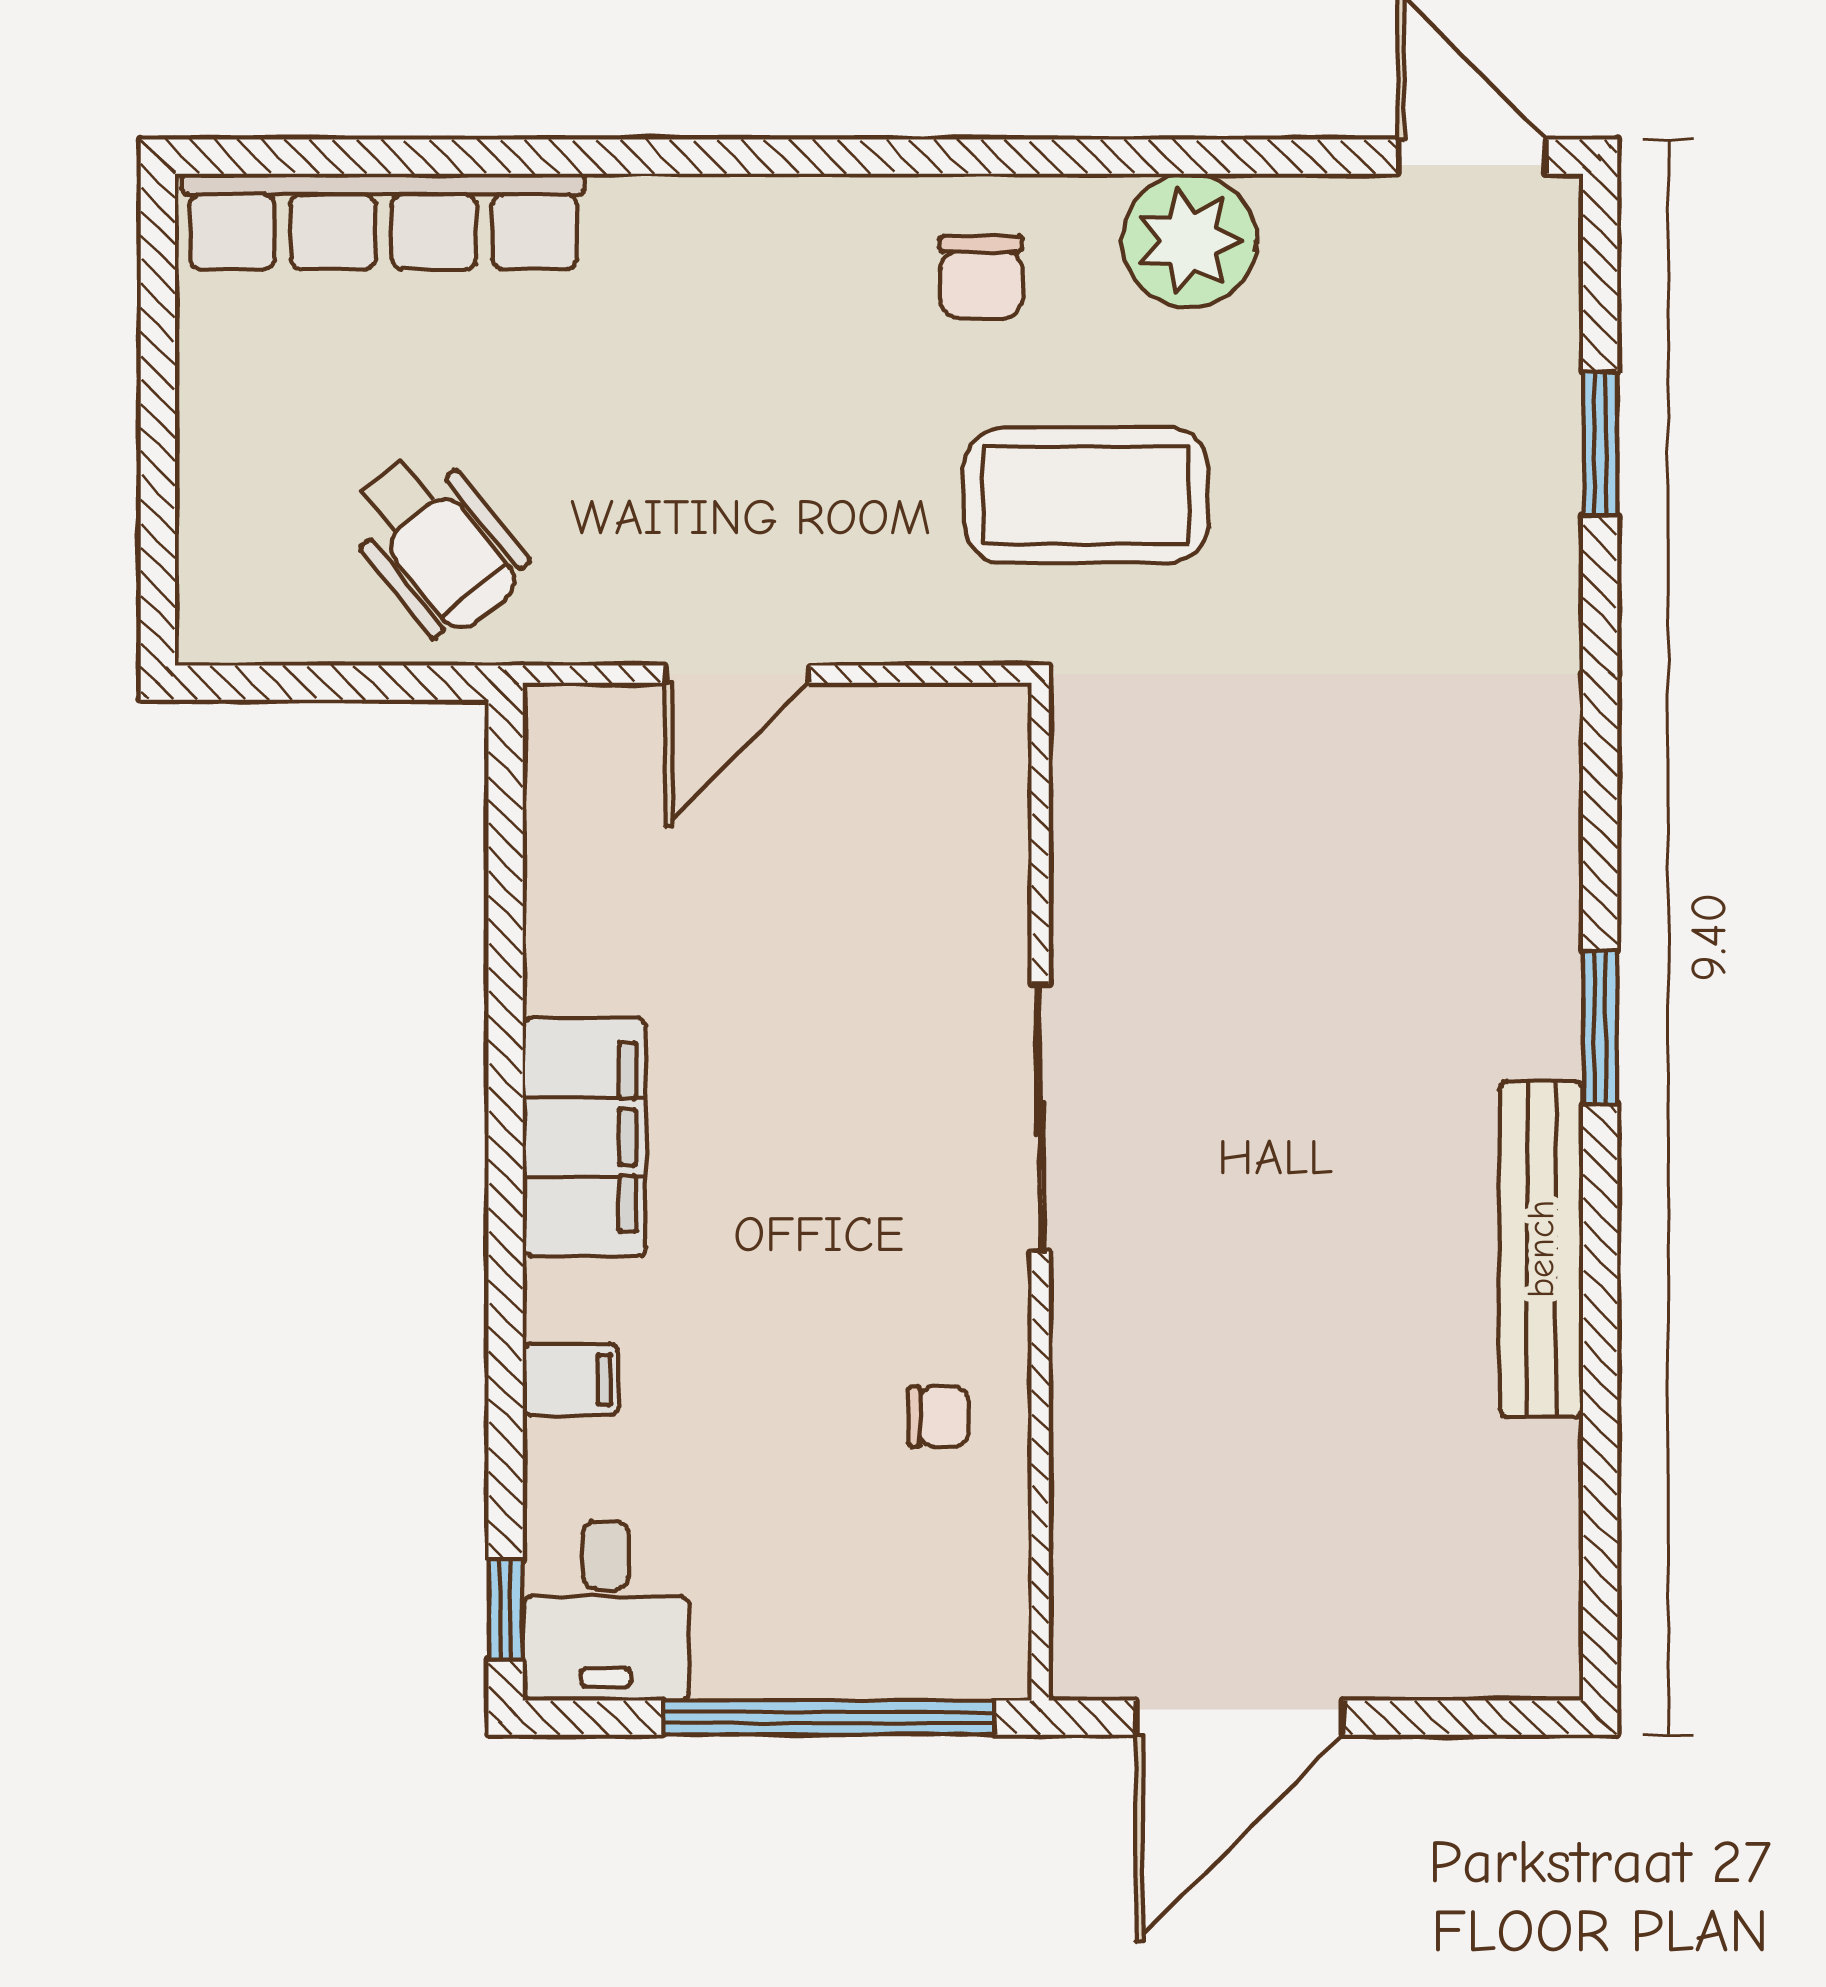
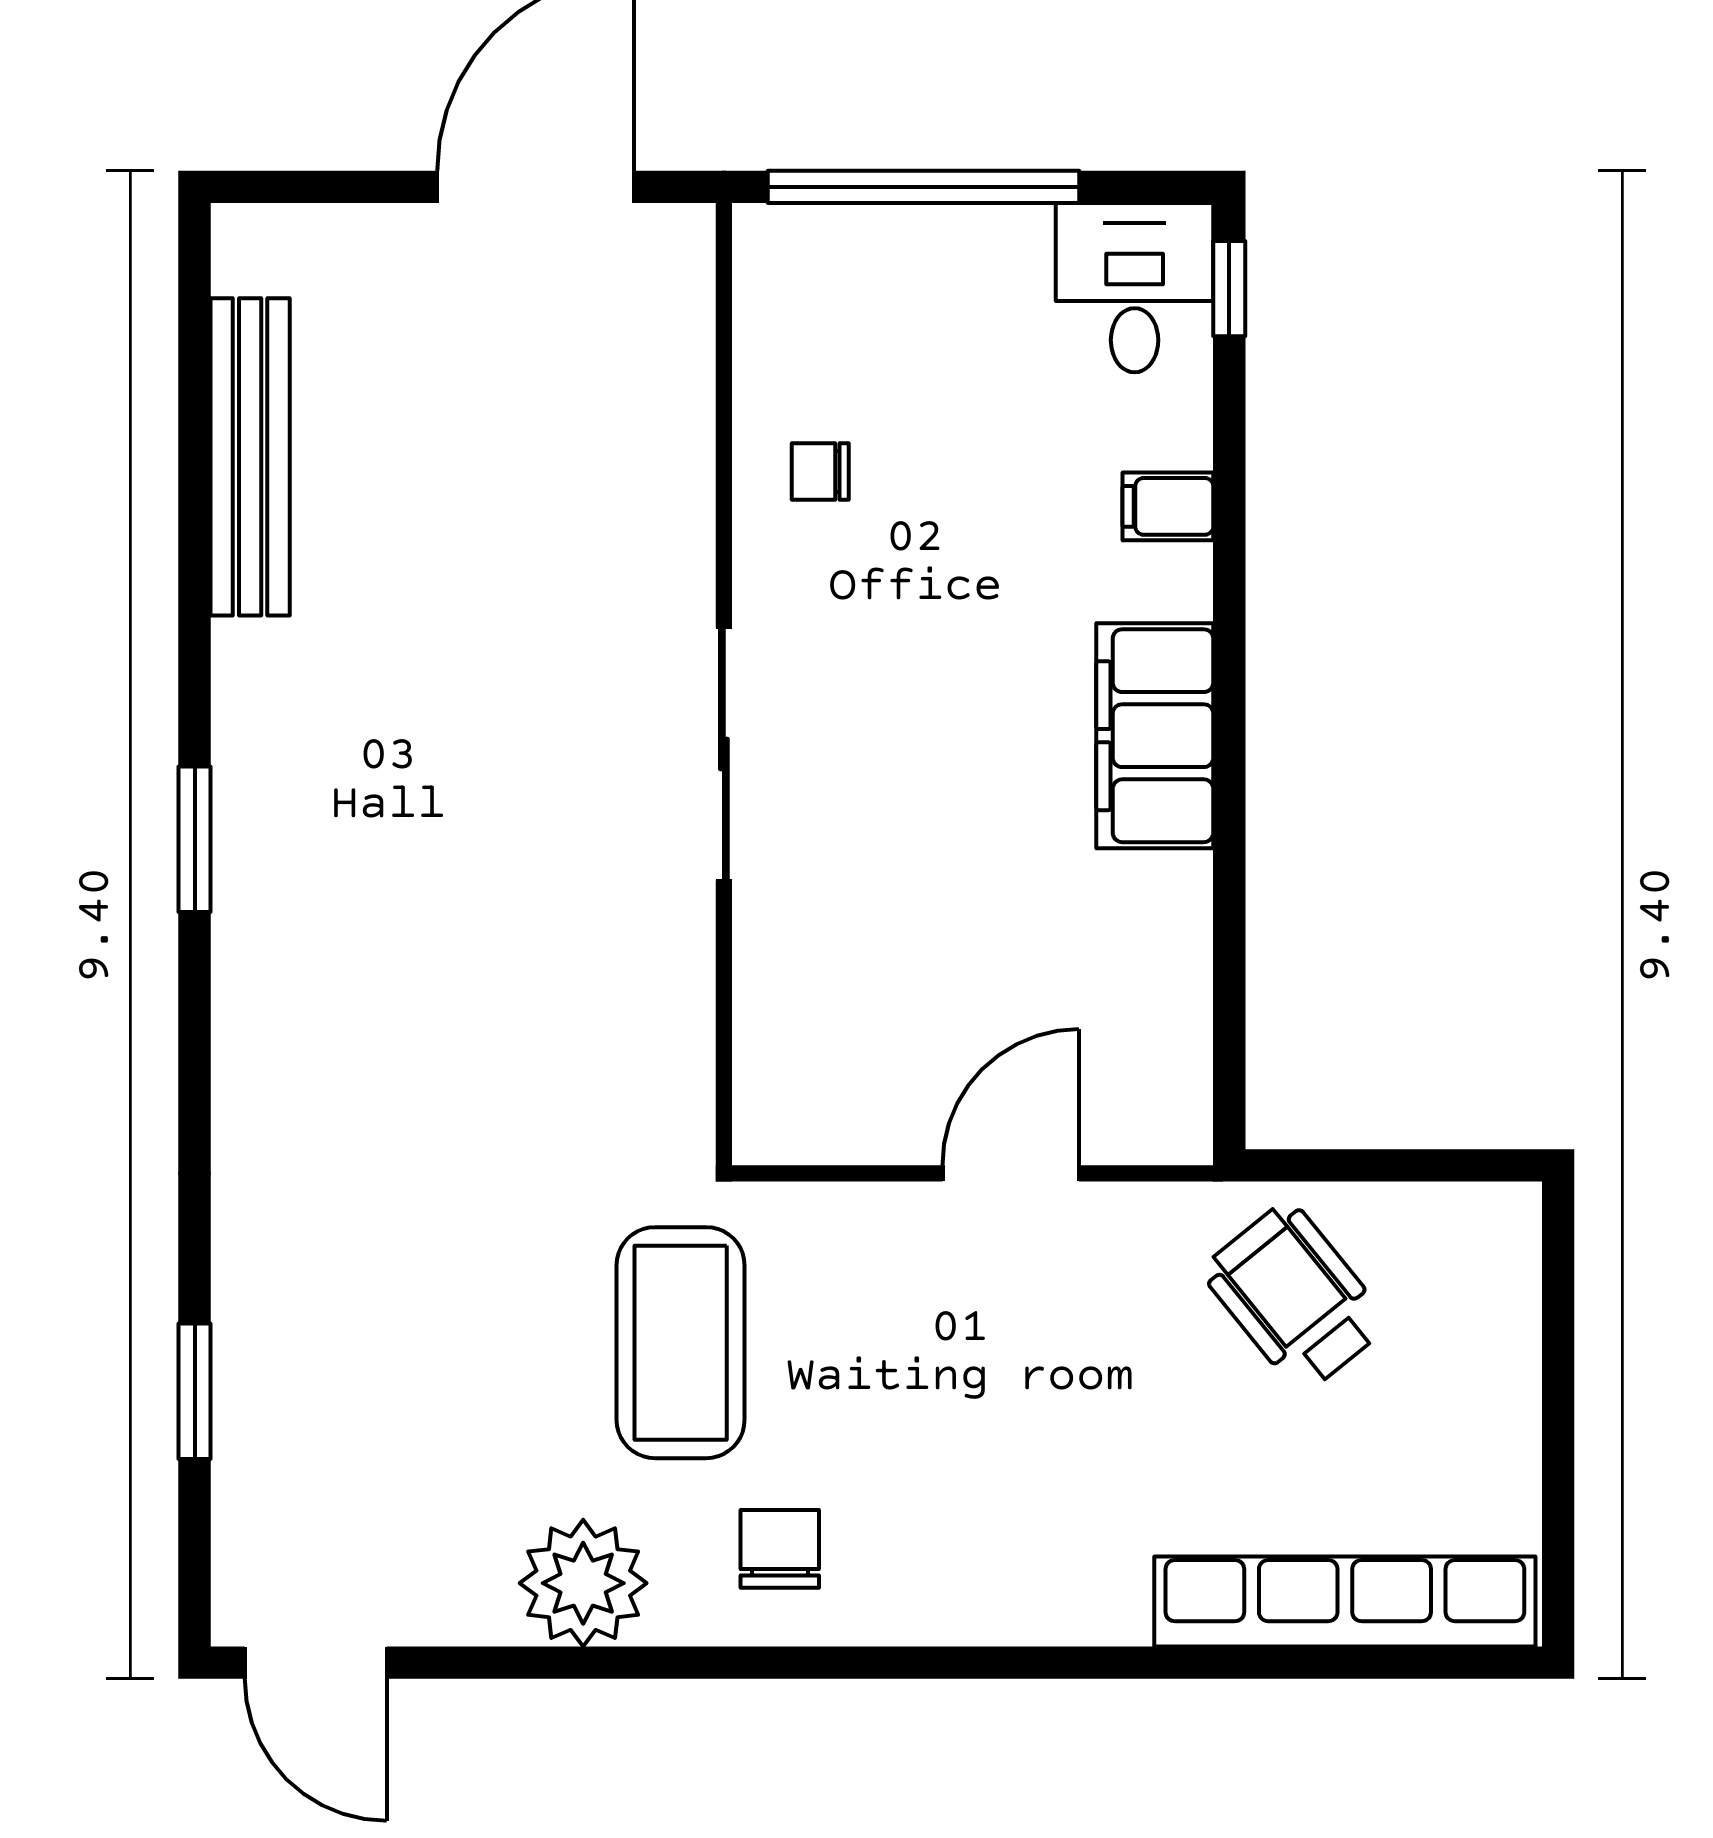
coffee table: (1086, 495) -> (681, 1343), turned 90
bench: (1541, 1249) -> (250, 457), moved

